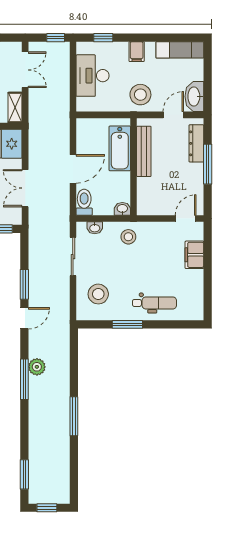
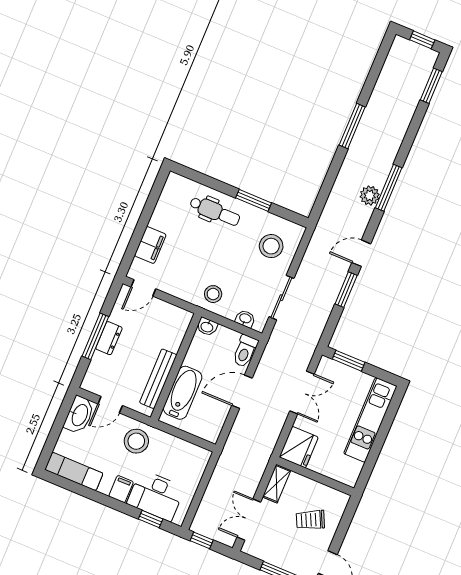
desk: (93, 76) -> (156, 496), moved, turned 90
dresser: (196, 143) -> (109, 338), moved, width x0.70
dental chair: (154, 303) -> (215, 211), turned 180

